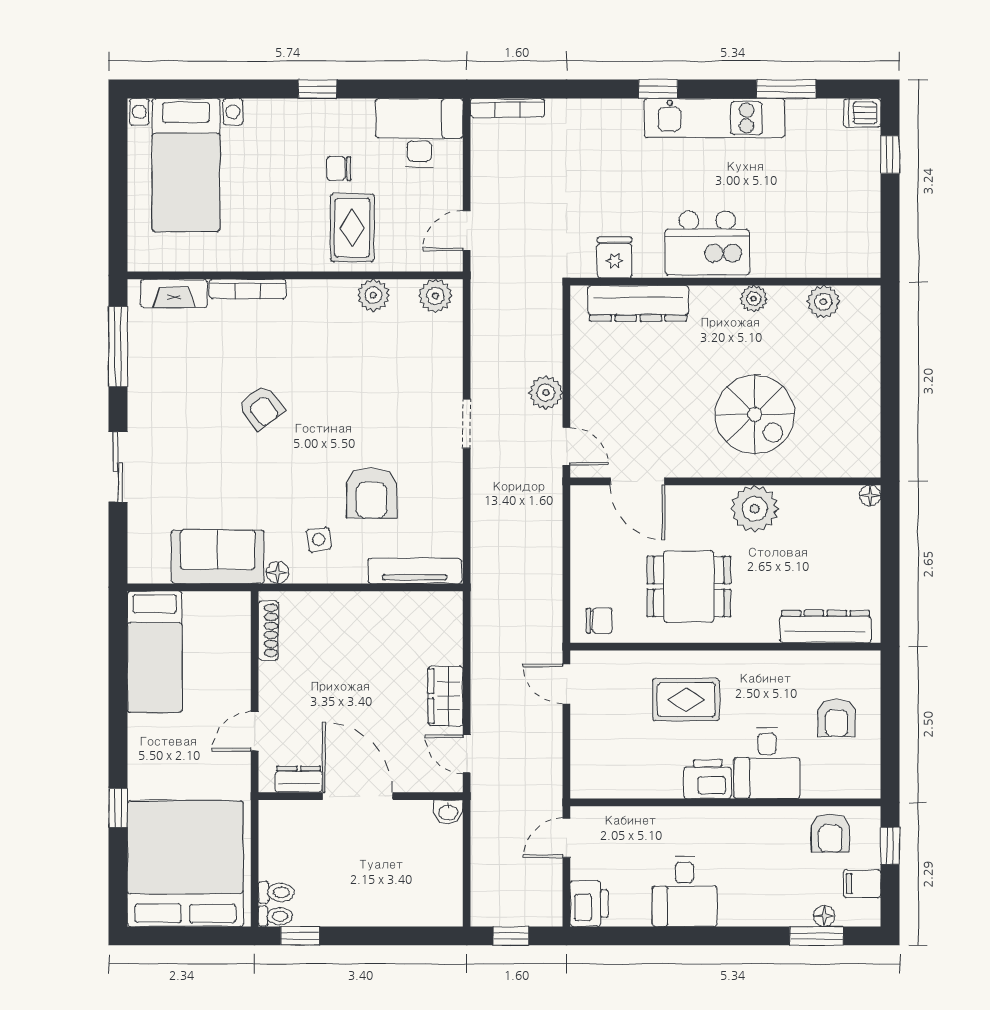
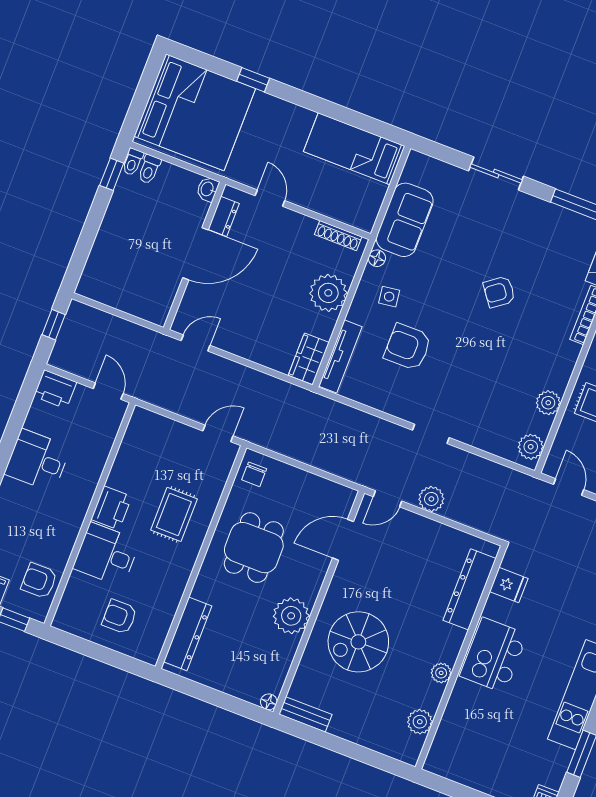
bench: (868, 445) -> (305, 714), added
plant: (343, 616) -> (328, 293), added
wardrobe: (446, 696) -> (309, 359), moved, turned -90
washbasin: (448, 812) -> (208, 189), moved

